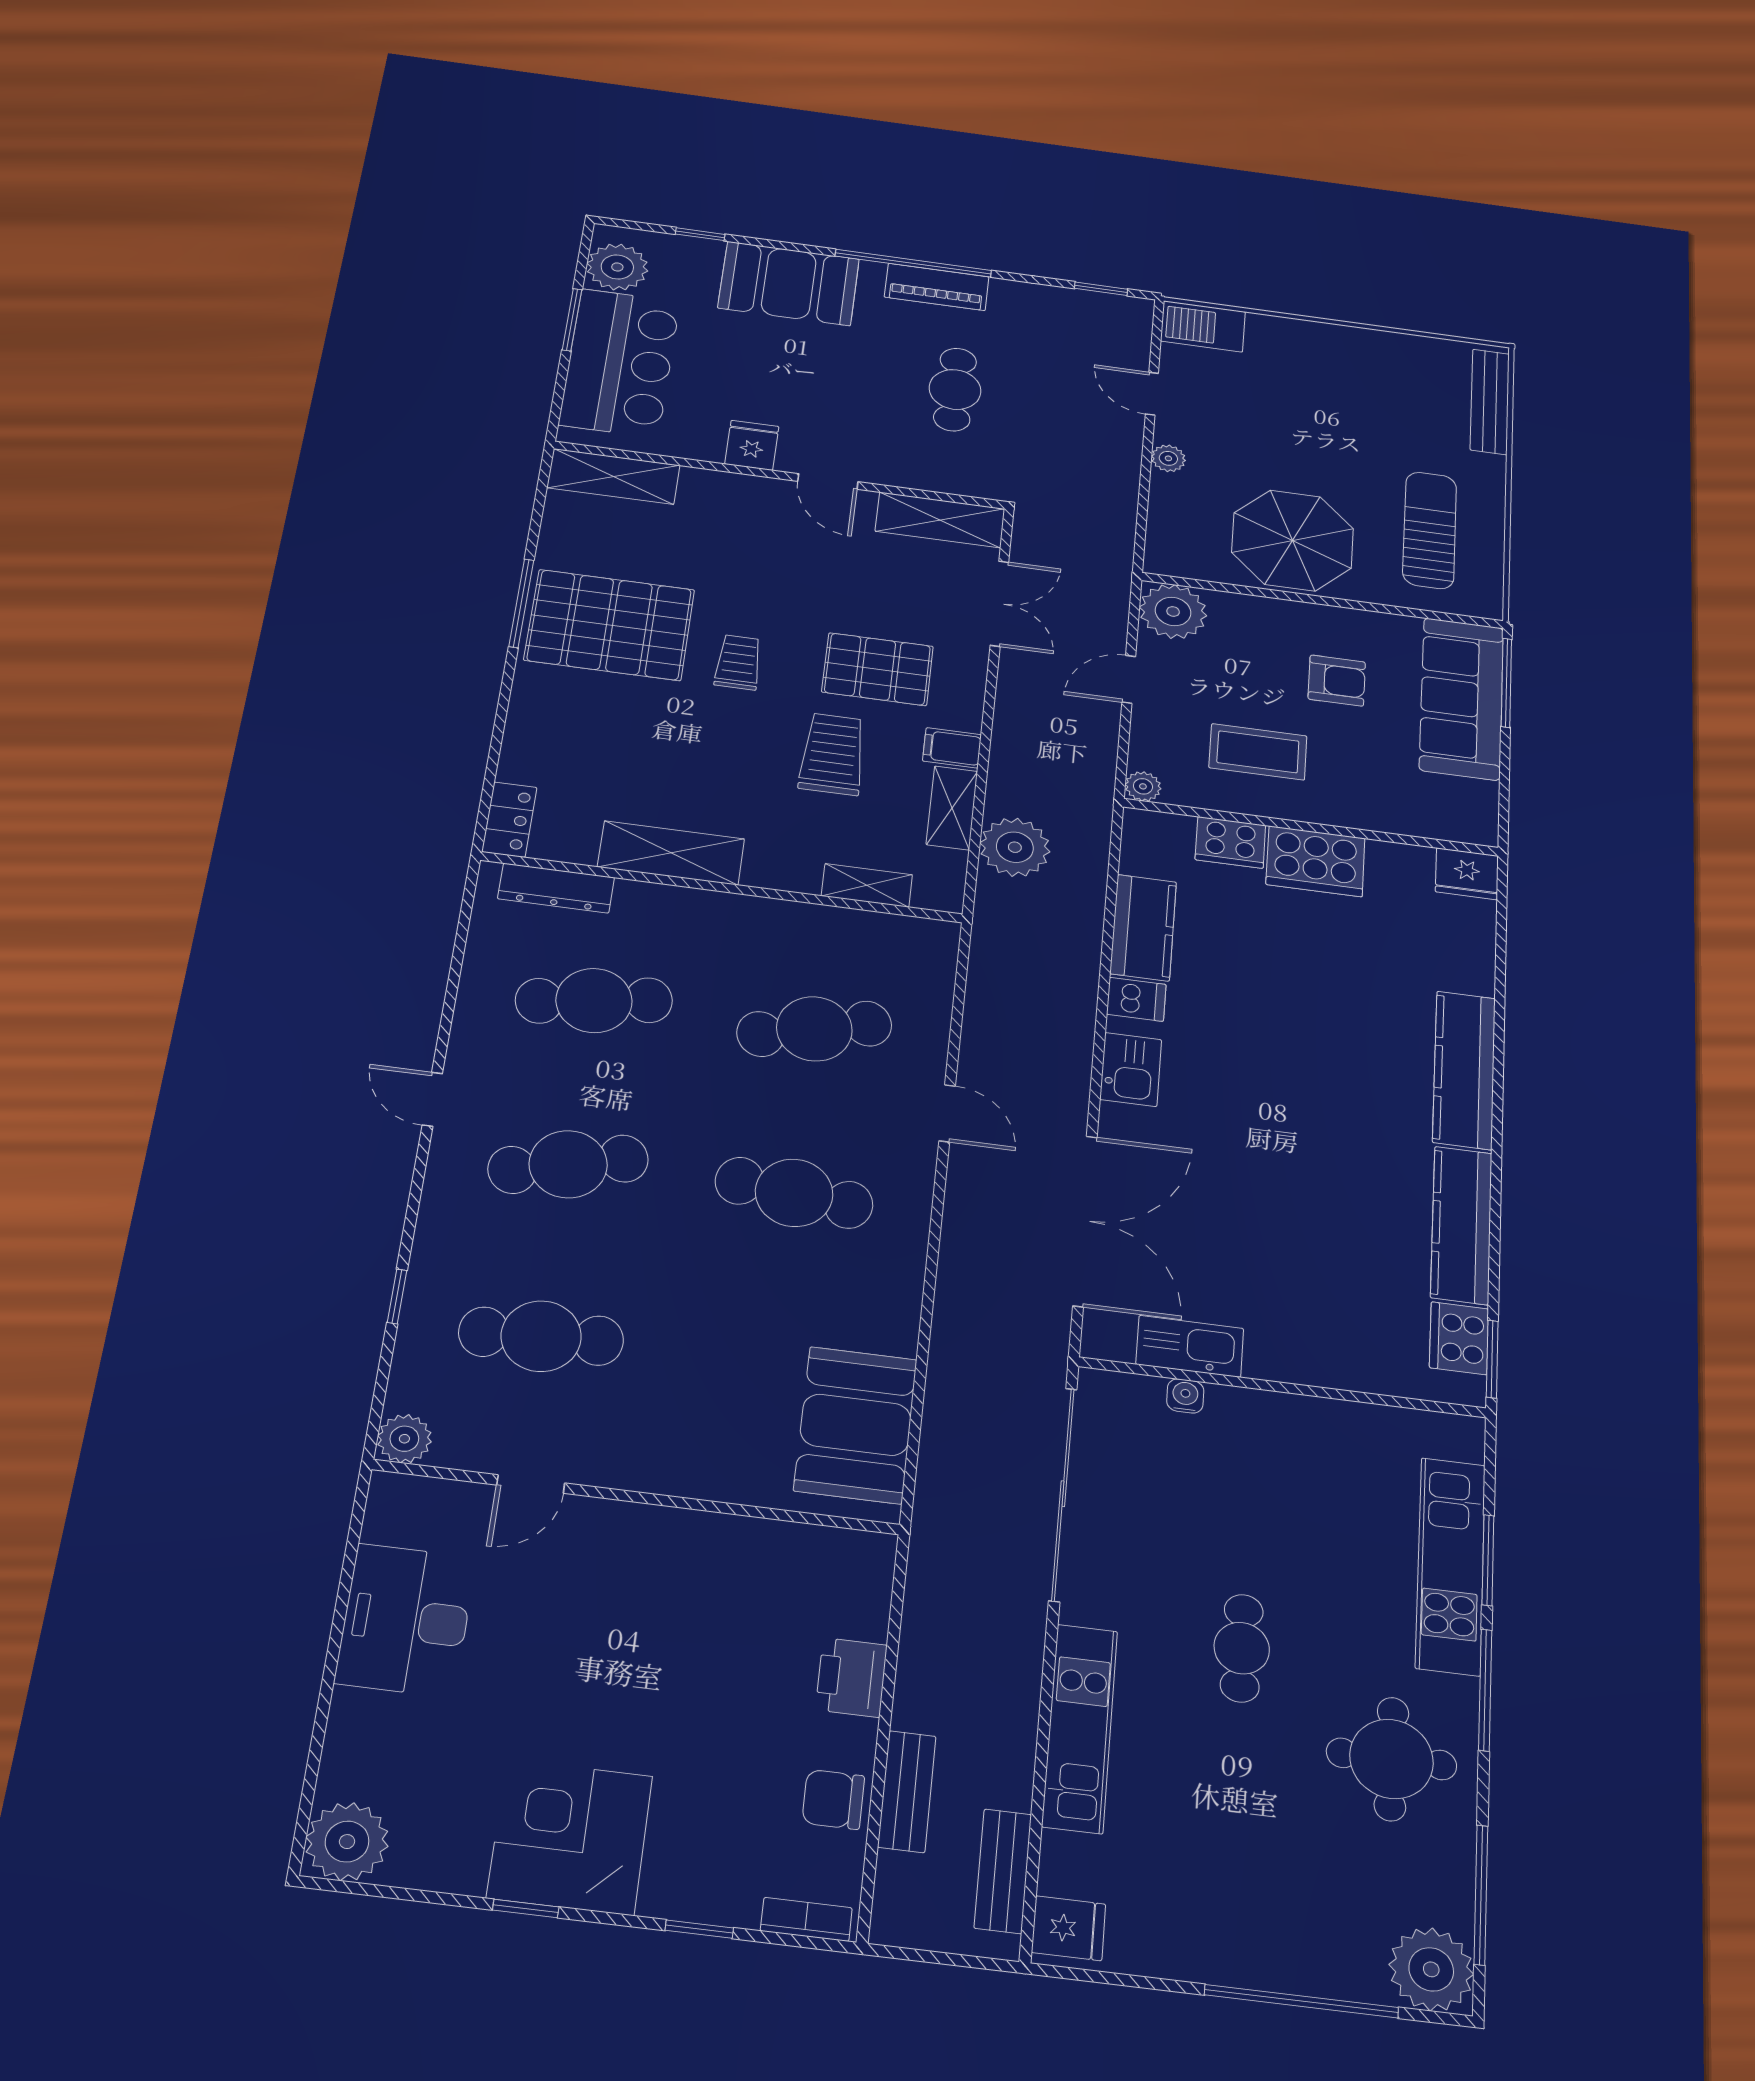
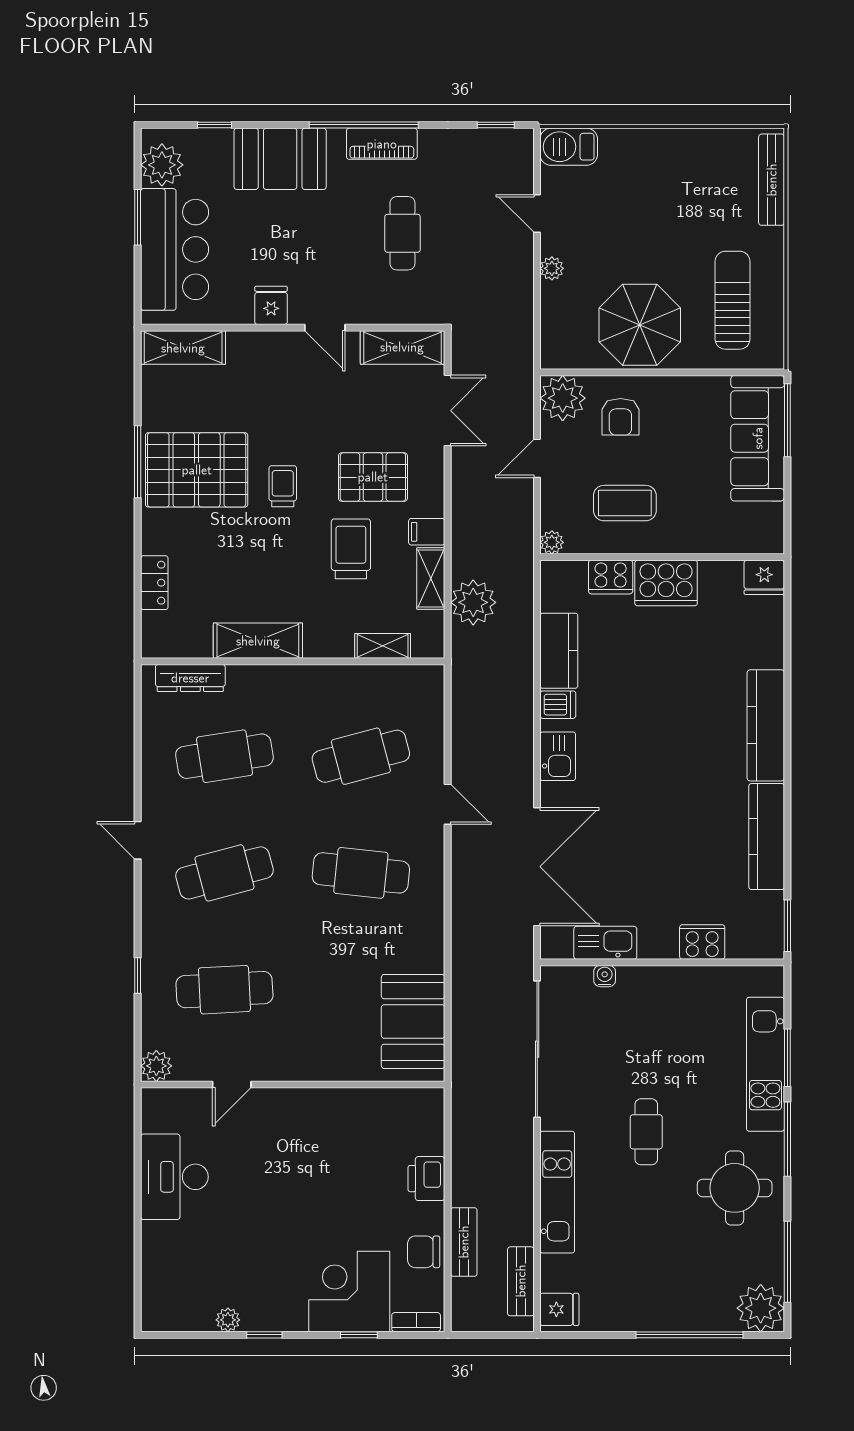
armchair: (1337, 681) -> (620, 417), moved, turned 90
locker: (509, 820) -> (154, 583), moved
cooker: (1459, 1338) -> (702, 942), moved, turned 90
corner desk: (570, 1837) -> (349, 1291), moved
plant: (347, 1842) -> (228, 1320), moved, width x0.53, depth x0.53

